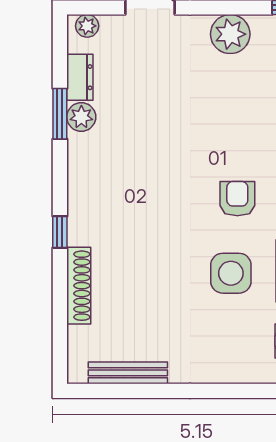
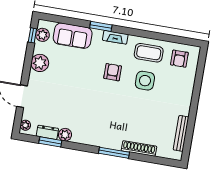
window: (60, 114) -> (50, 142), moved
armchair: (237, 199) -> (113, 72), turned 90
window: (60, 232) -> (114, 153), width x2.17

